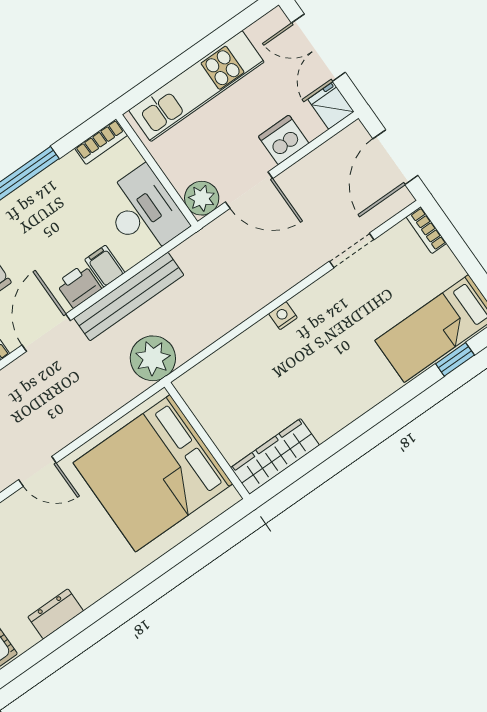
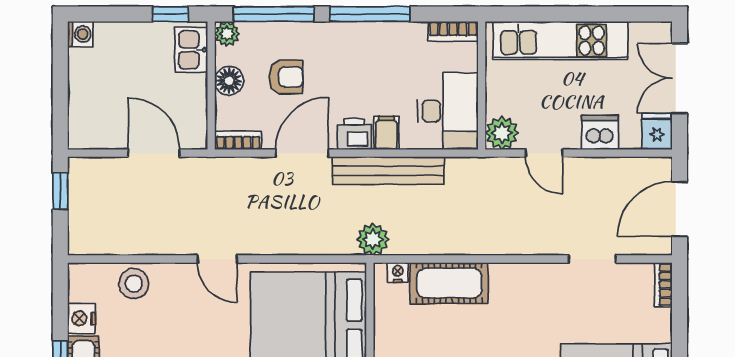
door: (249, 190) -> (544, 153), width x0.73
nightstand: (283, 316) -> (398, 272), moved
cot: (246, 355) -> (449, 283), added
plant: (153, 358) -> (373, 239), width x0.73, depth x0.73

